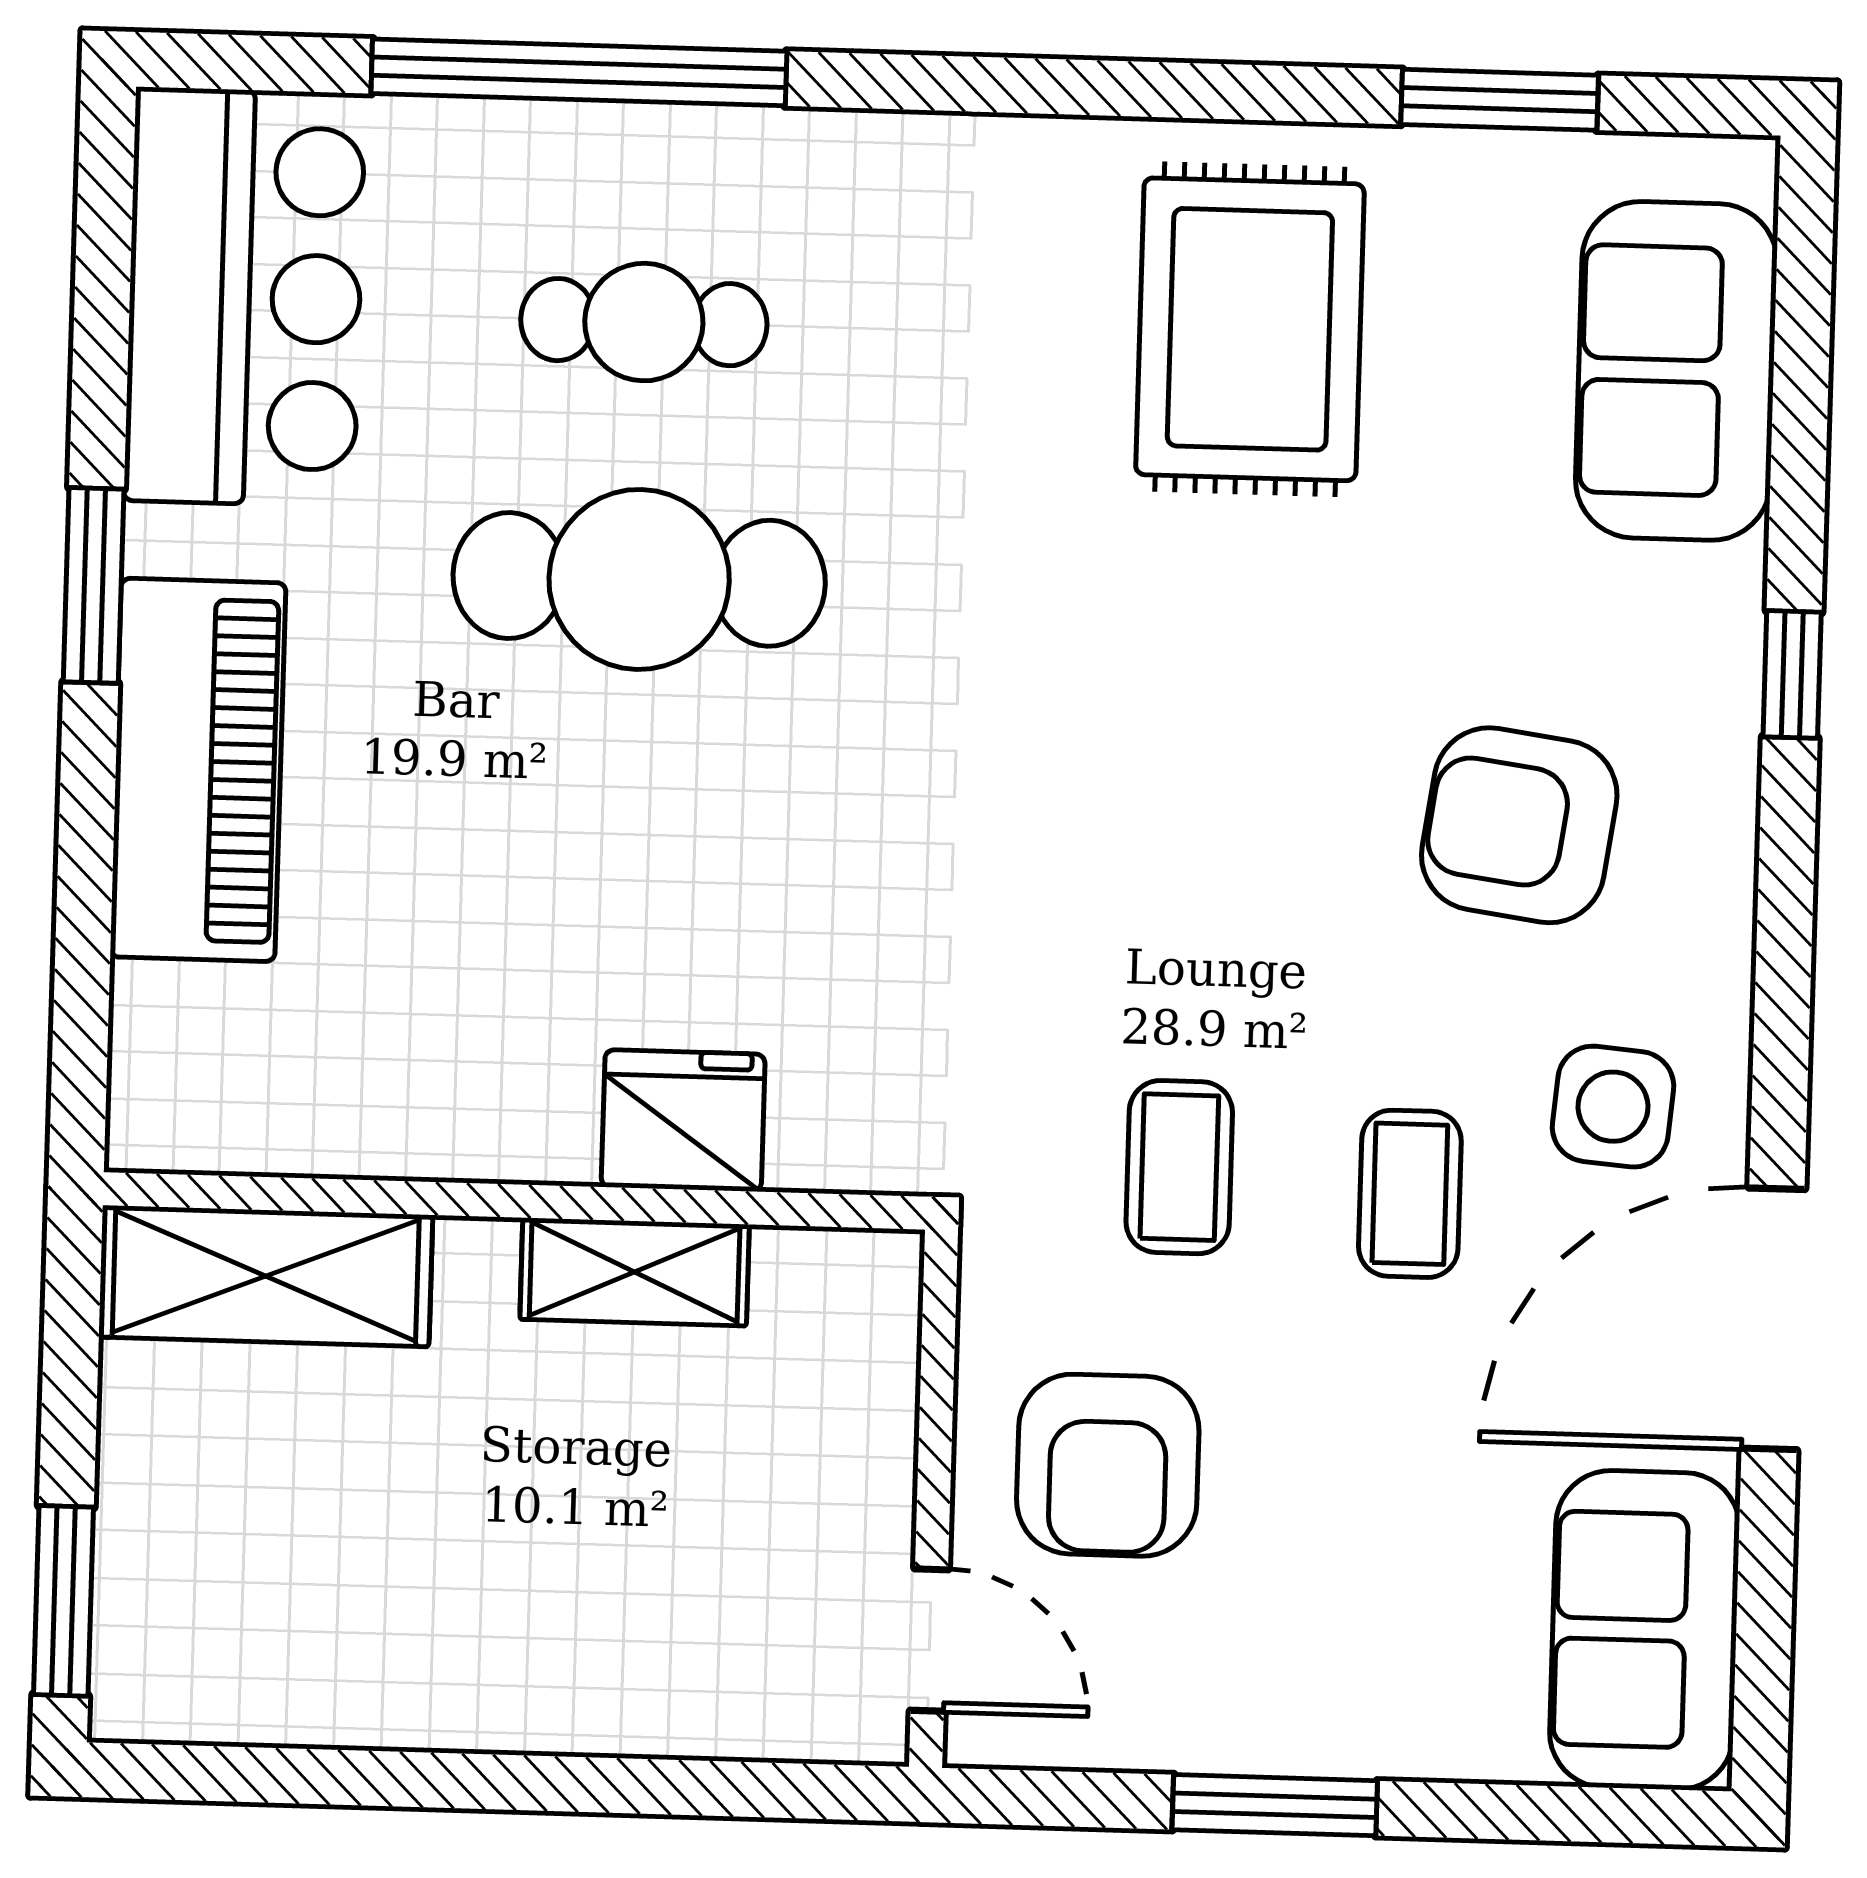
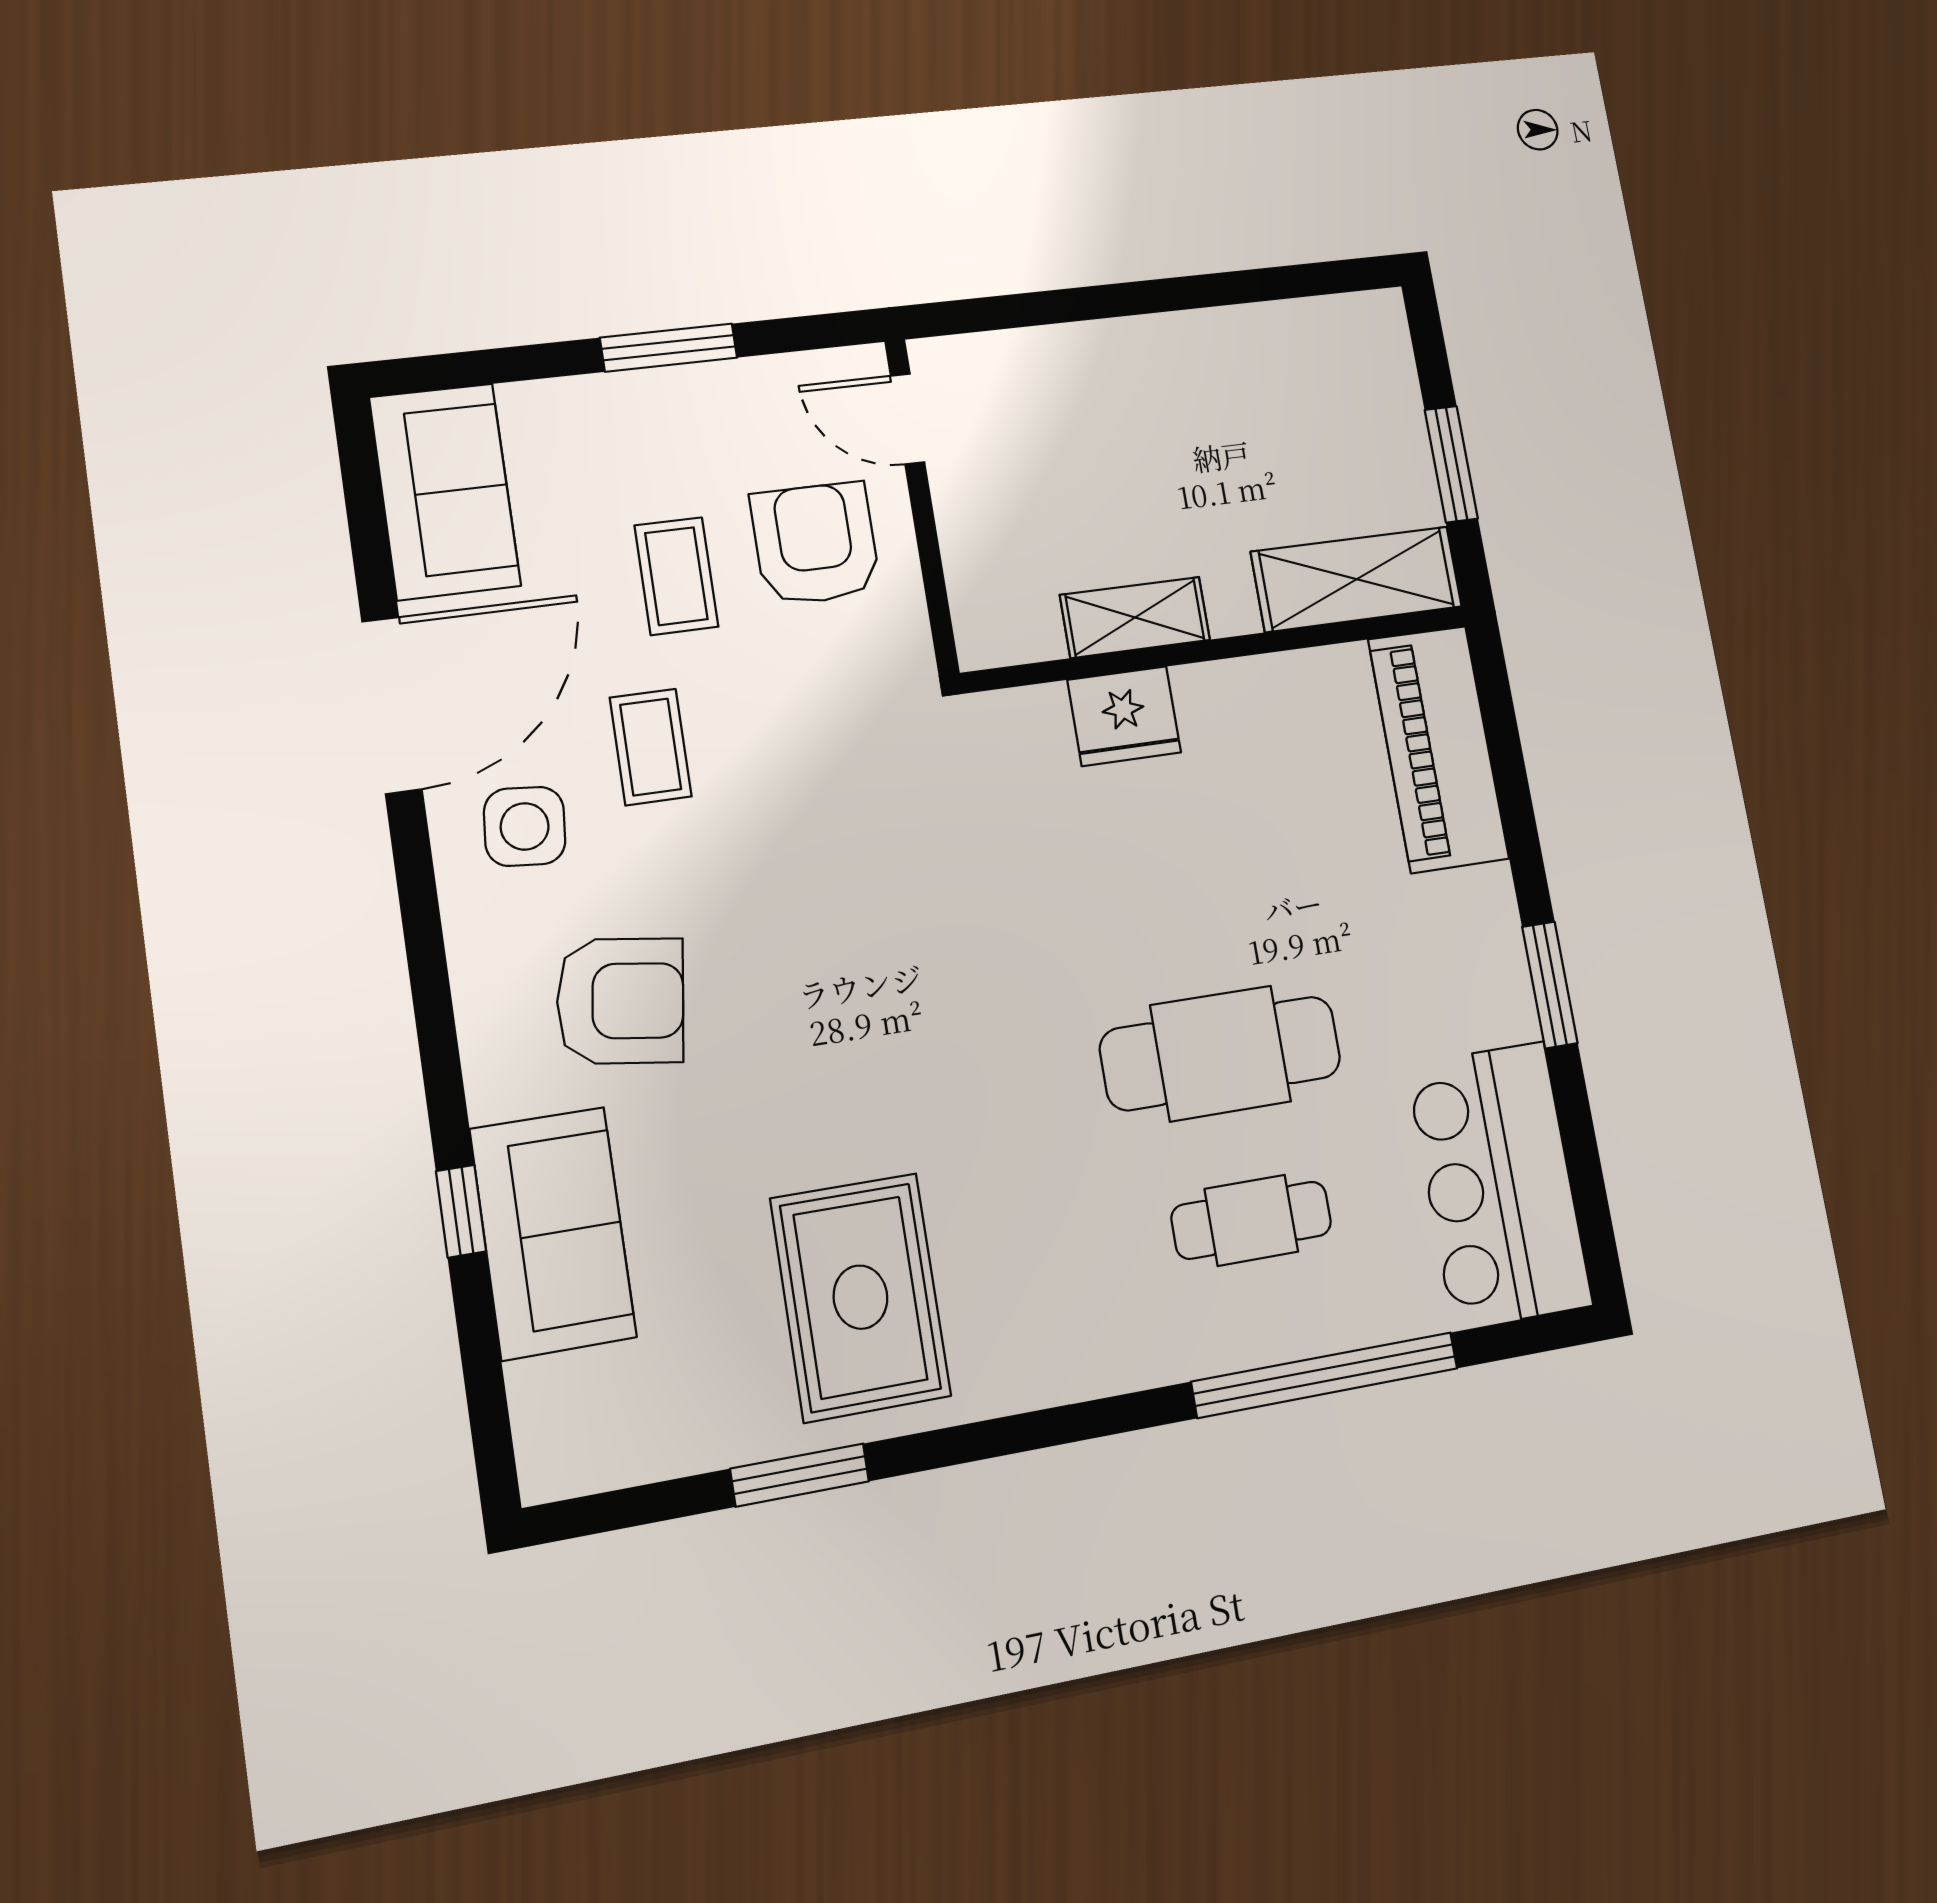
window: (1500, 100) -> (800, 1475), moved
sofa: (1676, 371) -> (553, 1233), moved
window: (1792, 674) -> (461, 1211), moved
piano: (198, 770) -> (1438, 749), moved
coffee table: (1179, 1167) -> (676, 576), moved
window: (63, 1601) -> (1451, 464), moved

